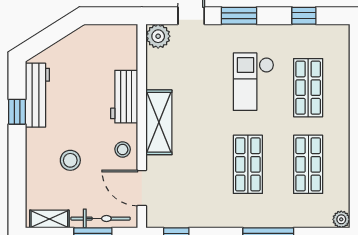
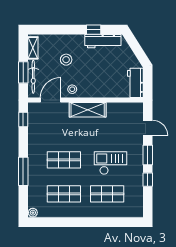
window: (304, 16) -> (148, 180), moved
plant: (158, 36) -> (136, 109), removed
workbench: (124, 97) -> (135, 83), moved, turned -90

